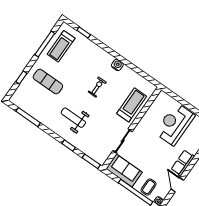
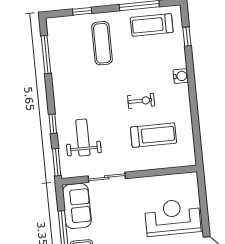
water cooler: (117, 65) -> (181, 76), moved
treadmill: (132, 105) -> (153, 135), moved
weight bench: (73, 118) -> (83, 138), moved

